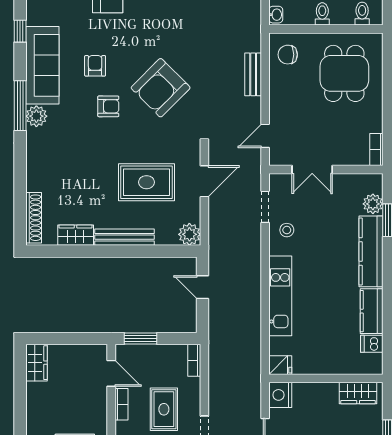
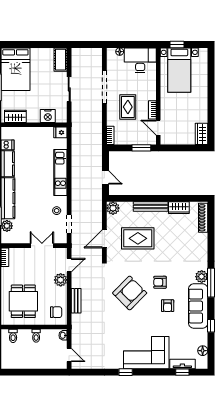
plant: (280, 111) -> (61, 280), added
nightstand: (280, 395) -> (48, 116), moved, turned 90

